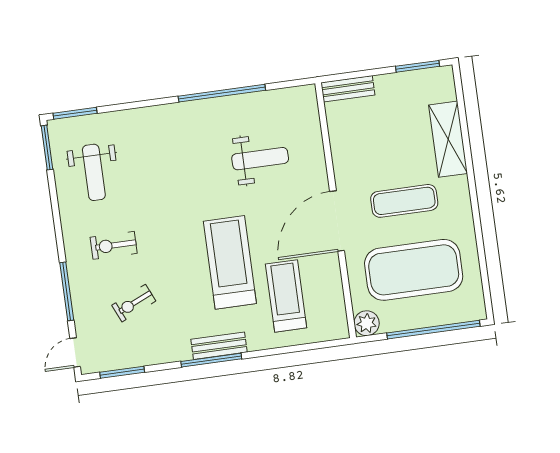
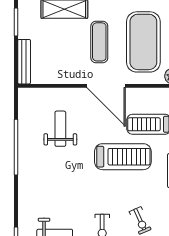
bench: (348, 89) -> (24, 62), width x1.36
treadmill: (230, 262) -> (123, 157), turned 180

